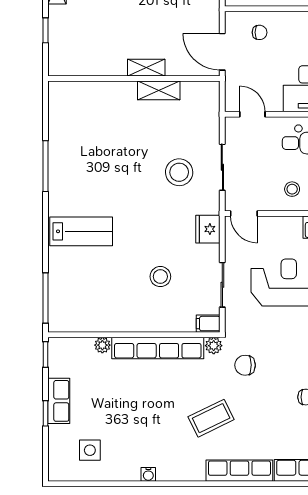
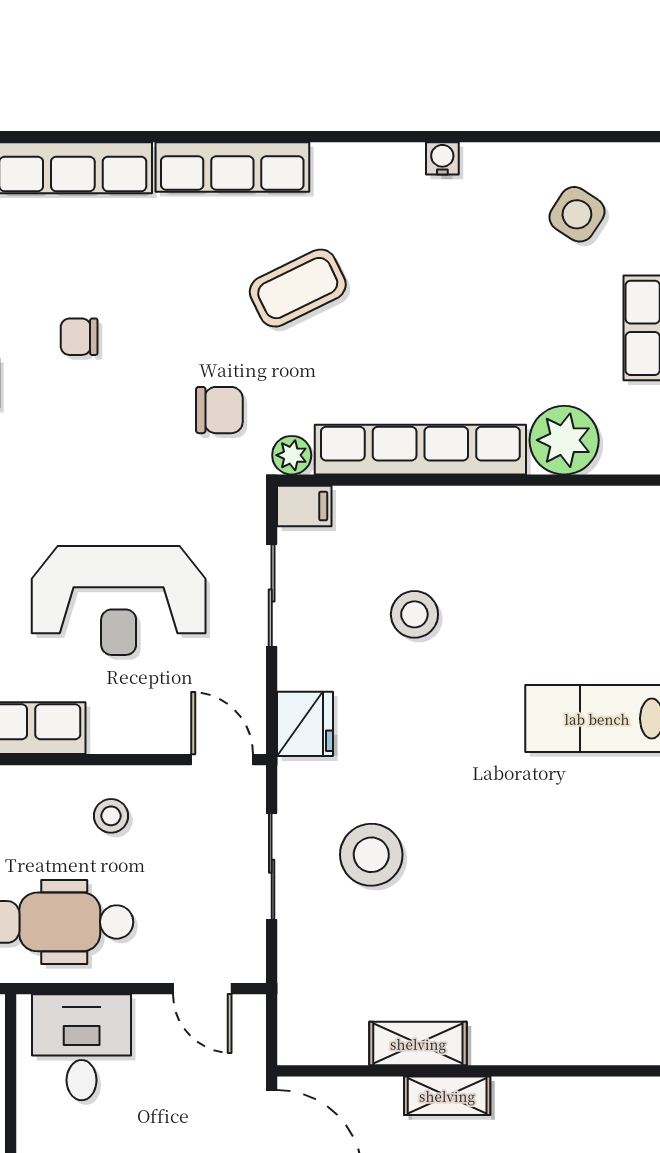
plant: (102, 345) -> (564, 440), width x1.87, depth x1.87
side table: (90, 450) -> (577, 214), turned 33

